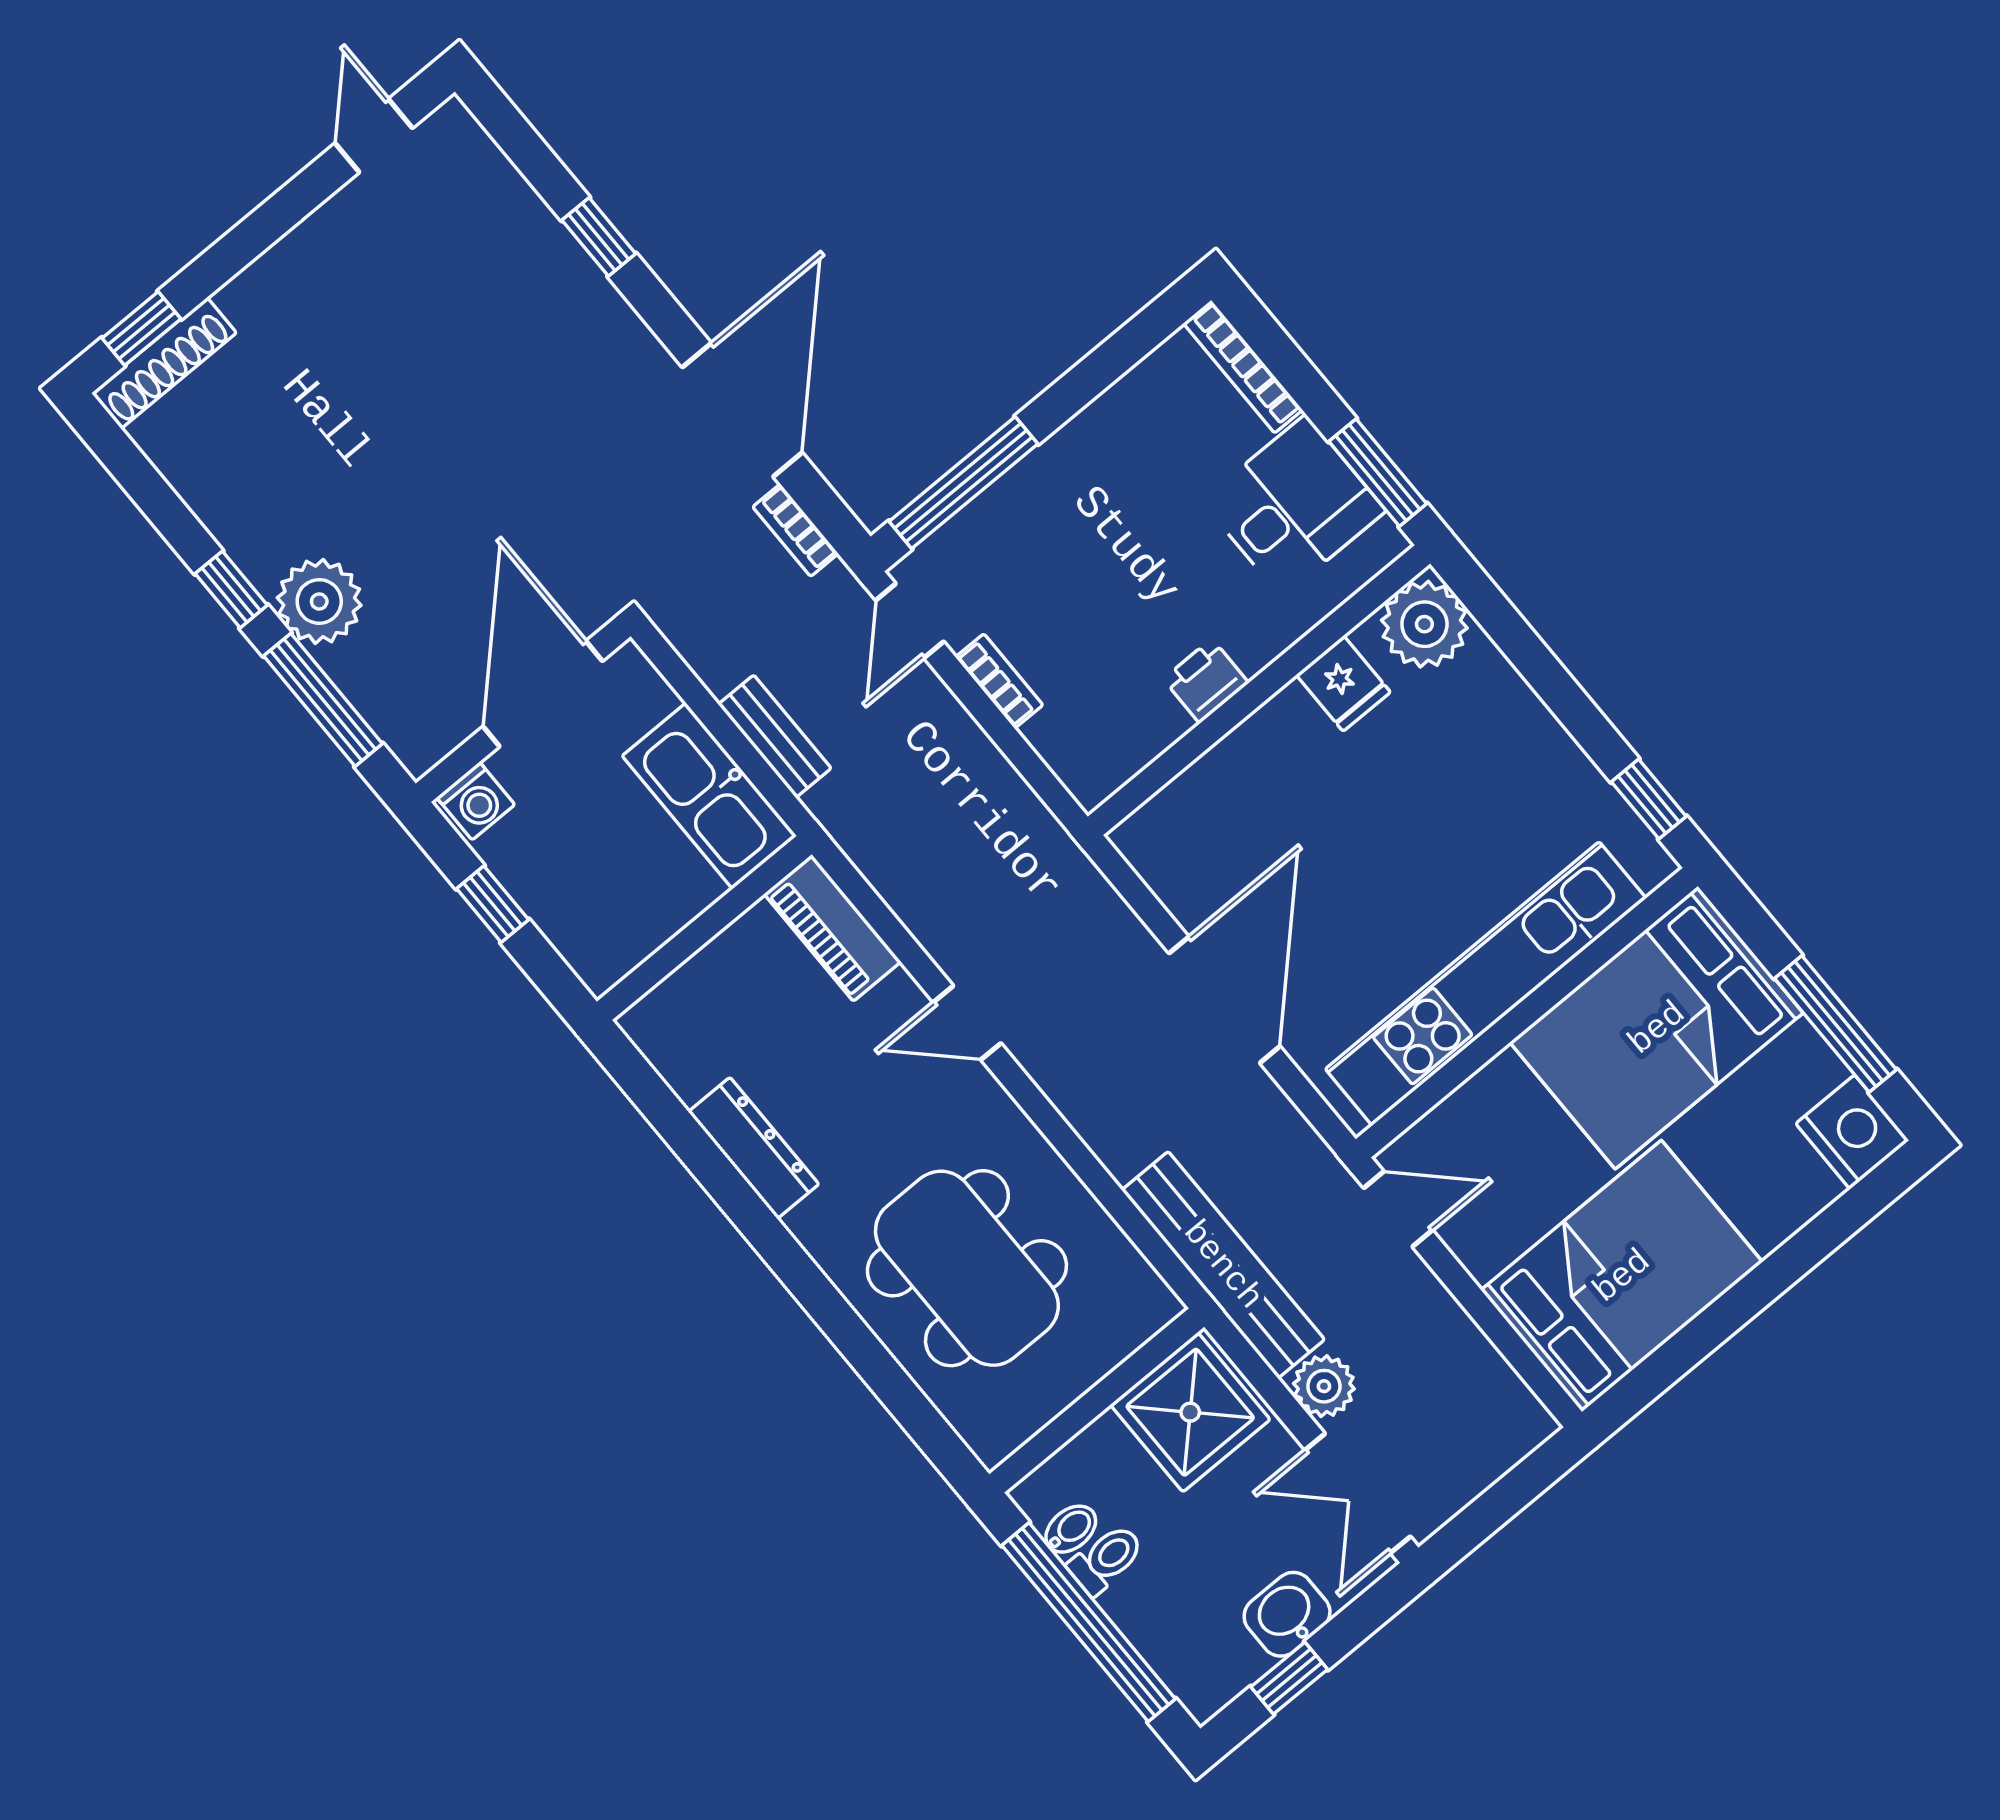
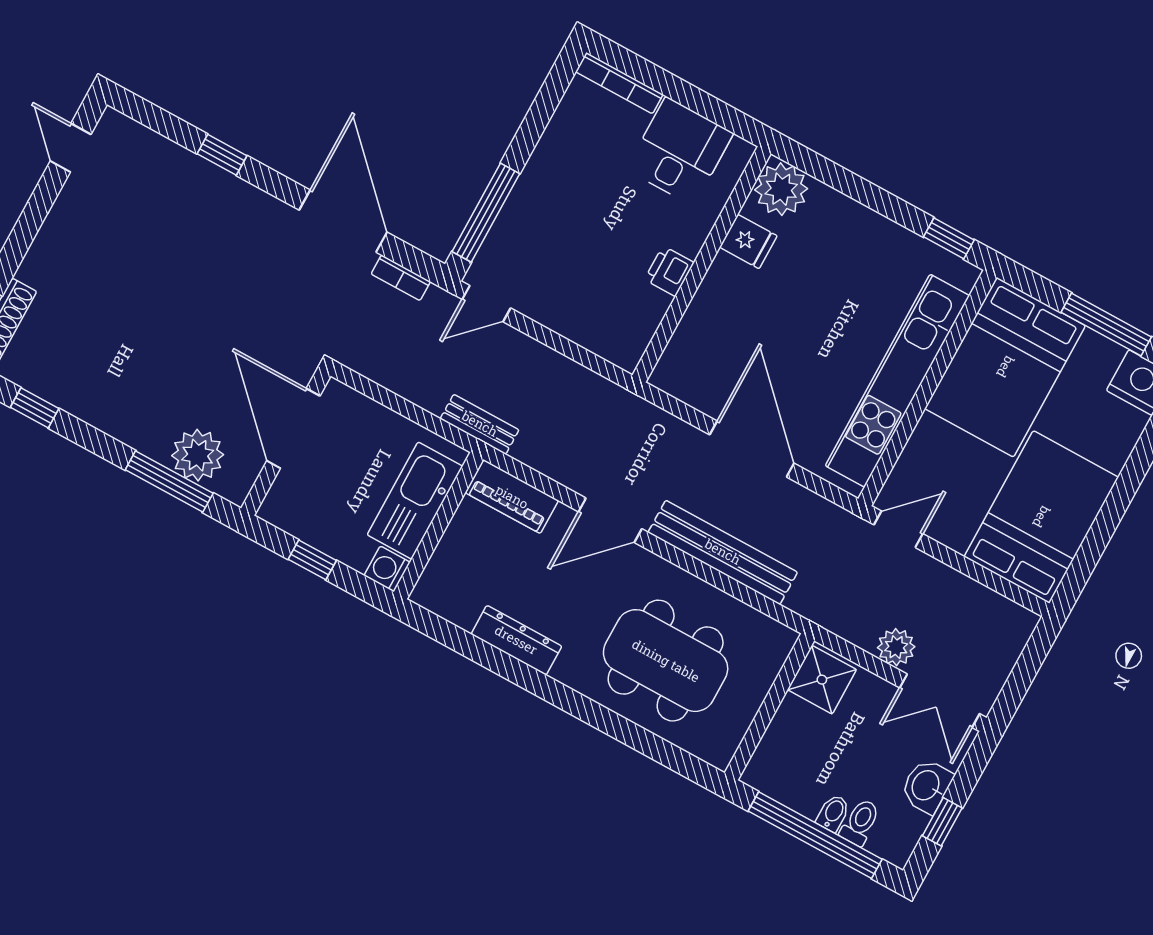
window: (1378, 473) -> (720, 113), removed
window: (231, 589) -> (35, 408), moved
plant: (319, 601) -> (198, 455), moved
door: (910, 621) -> (486, 304), hinge flipped
bookcase: (999, 681) -> (551, 318), removed
bench: (775, 736) -> (480, 424), moved
kitchen sink: (709, 796) -> (415, 501), moved, turned 90
washing machine: (476, 801) -> (387, 569), moved, turned 180
door: (967, 1023) -> (610, 520), width x1.38
bench: (1223, 1265) -> (723, 552), moved
shower: (1190, 1412) -> (822, 680), width x0.73, depth x0.73
bidet: (1071, 1529) -> (833, 813), moved
toilet: (1106, 1559) -> (860, 822), moved

